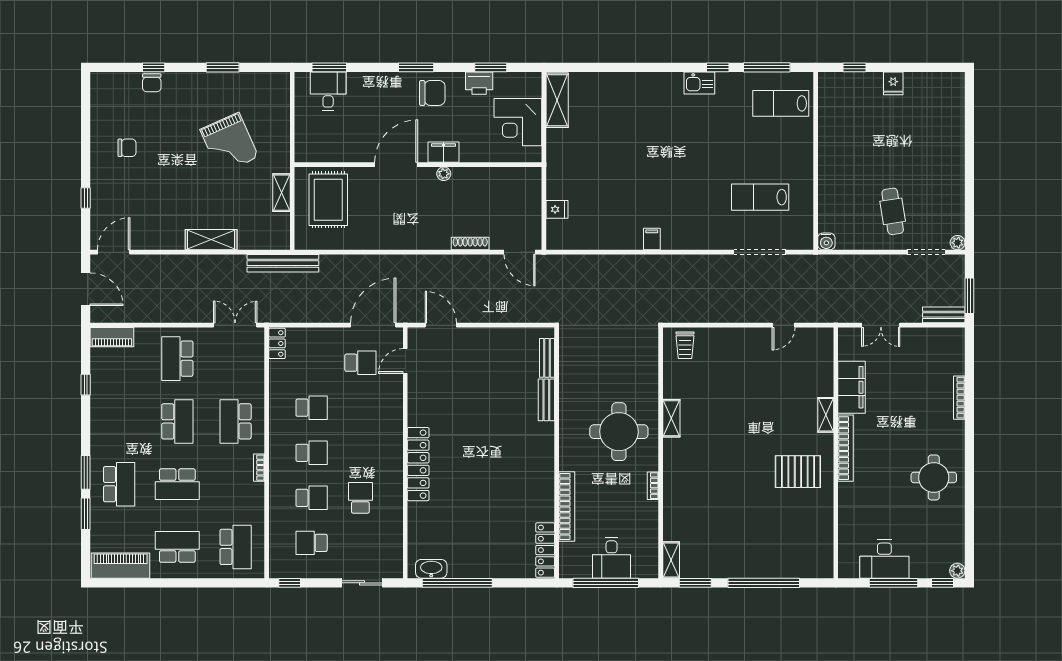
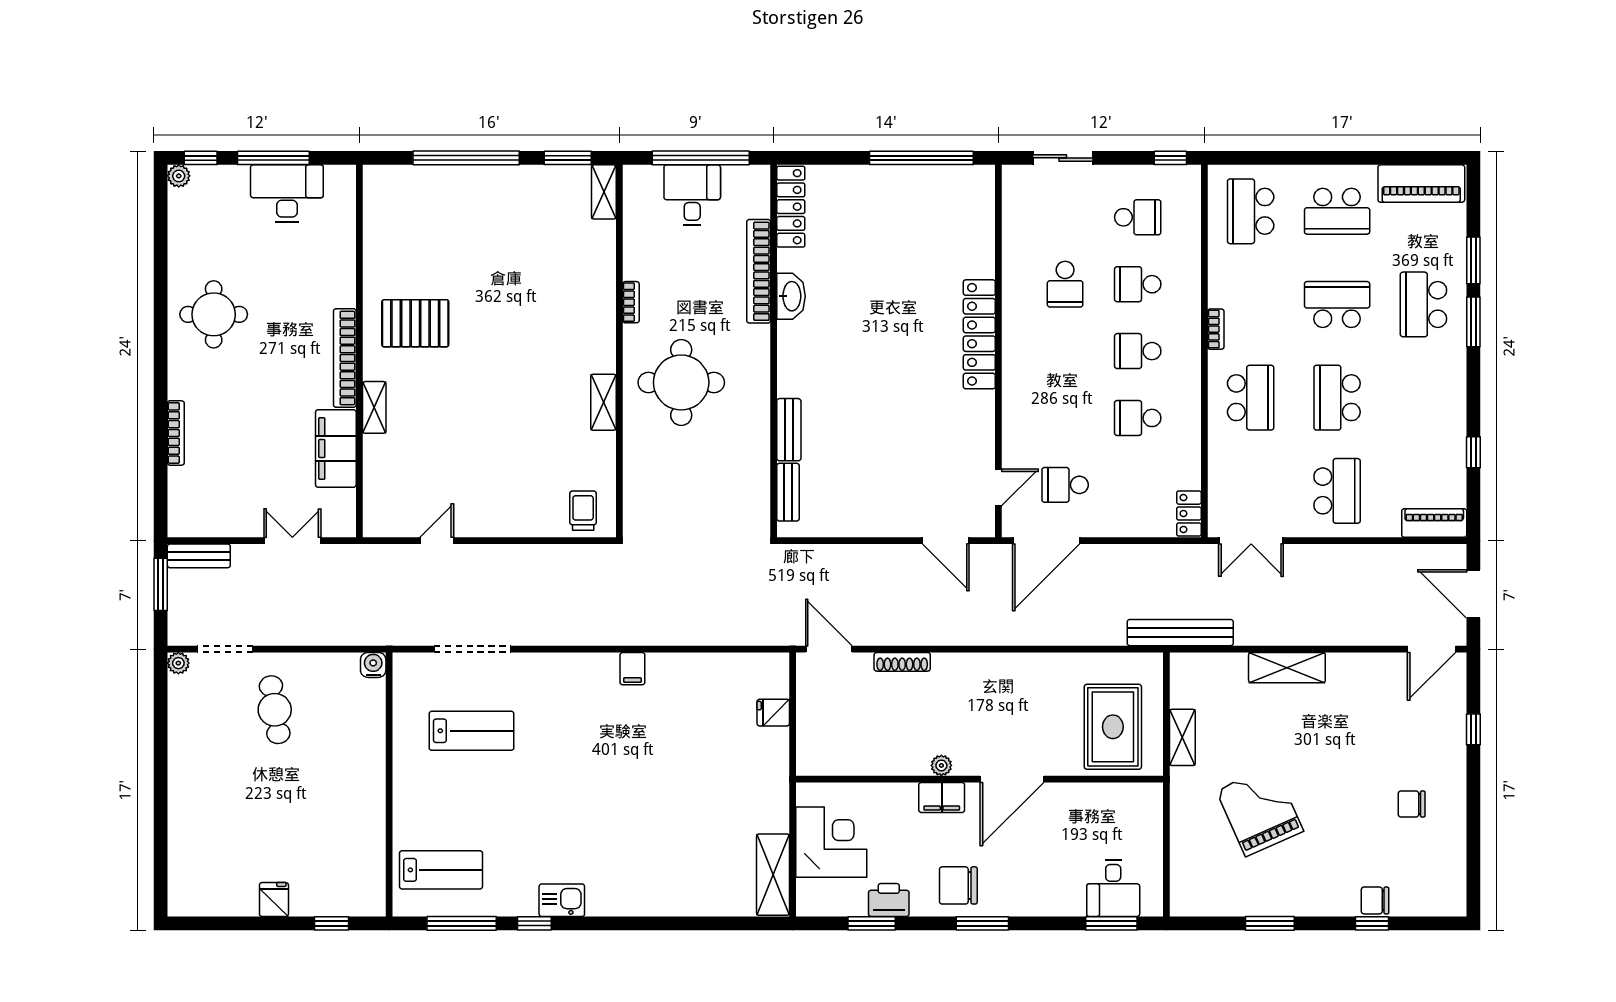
chair: (152, 83) -> (1375, 900), turned -90
washbasin: (431, 569) -> (791, 296), moved, turned -90

